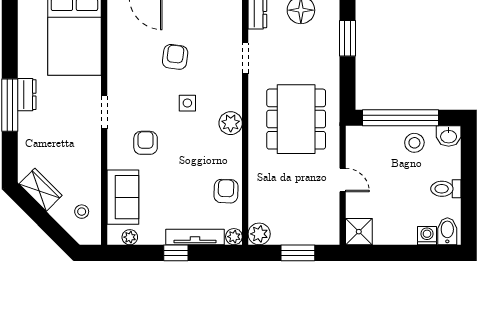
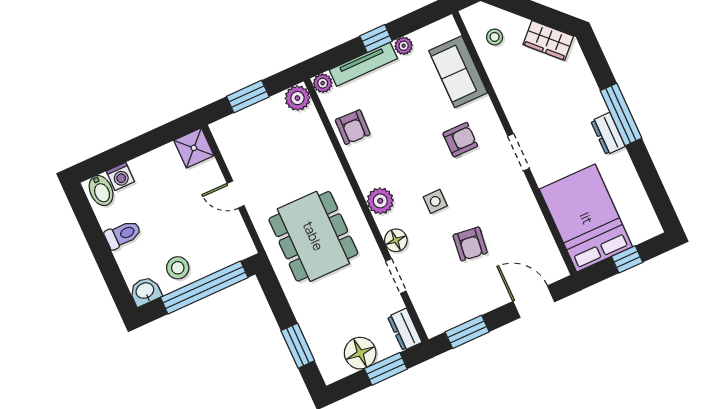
floor lamp: (232, 86) -> (396, 240), added
armchair: (146, 143) -> (460, 140), turned -90
plant: (130, 237) -> (404, 46), moved

